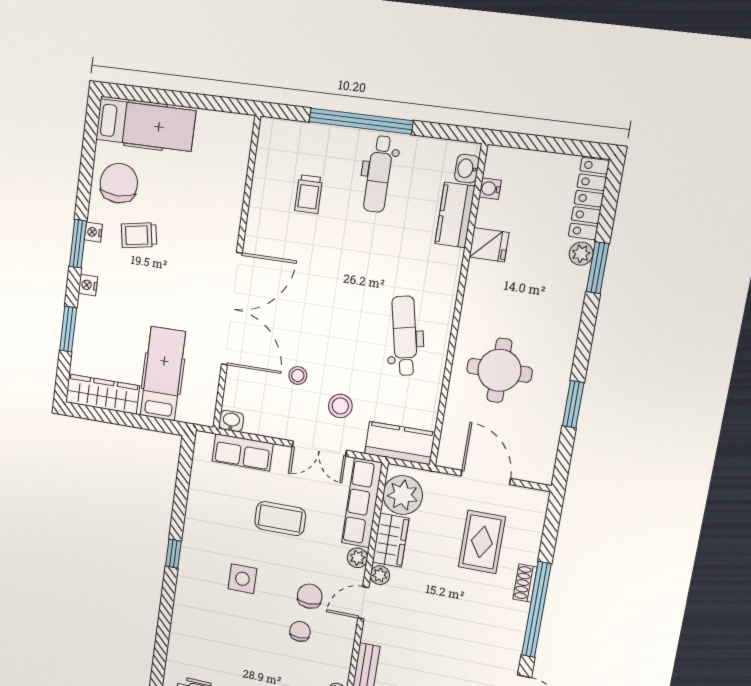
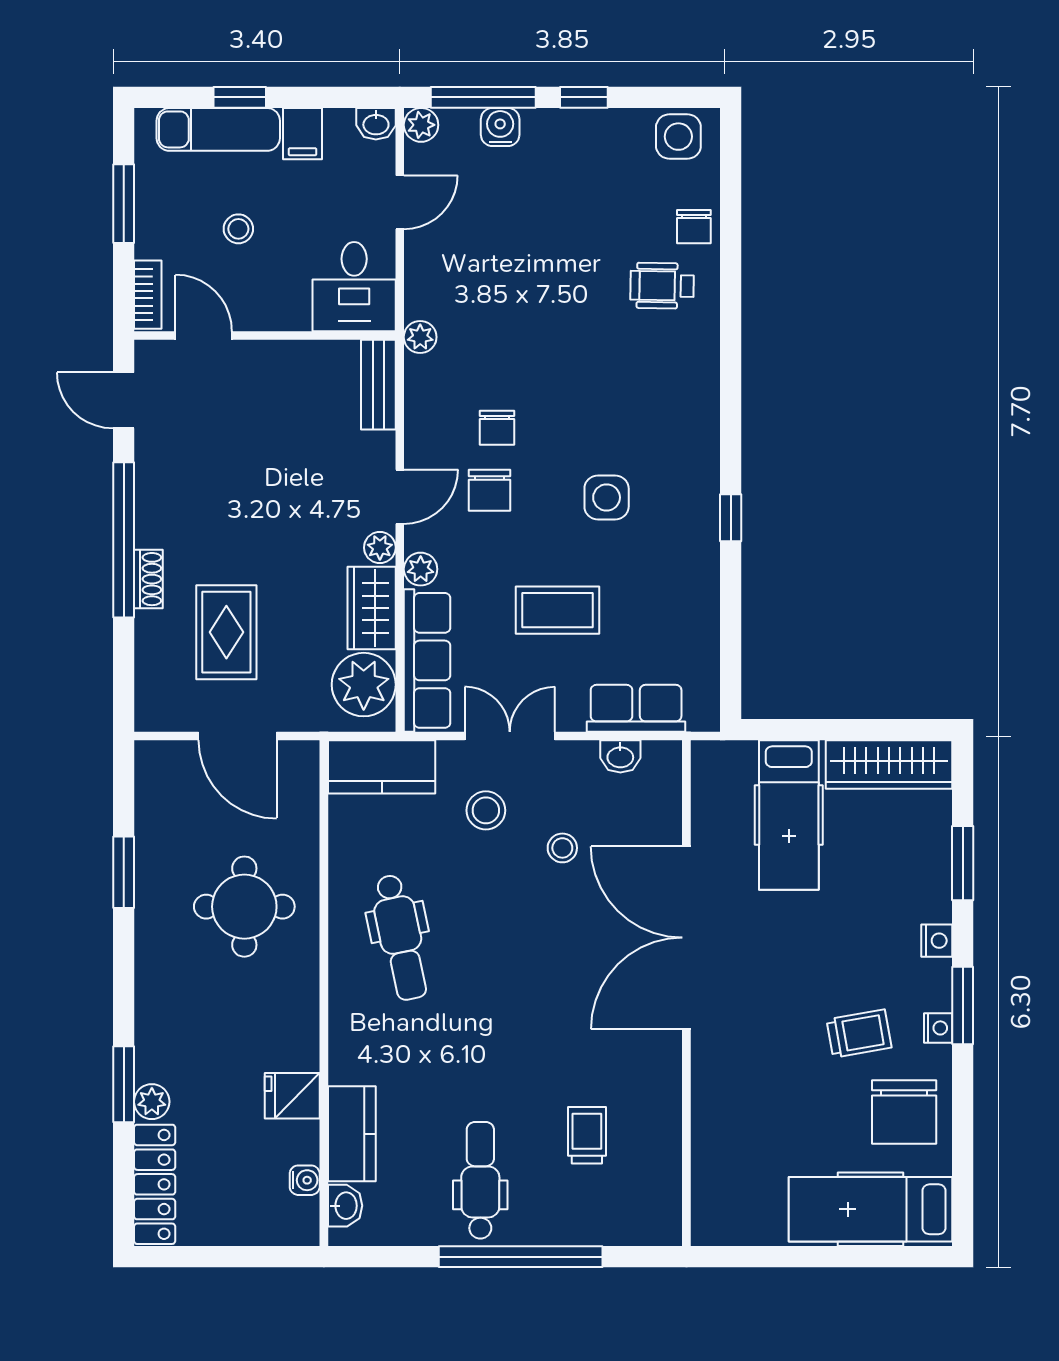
washbasin: (231, 421) -> (620, 756), moved

